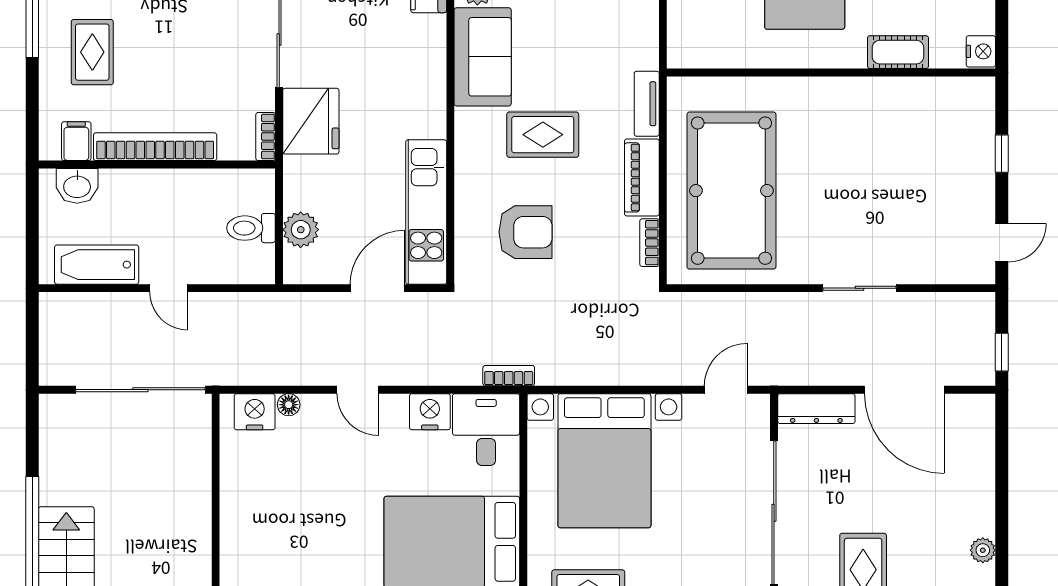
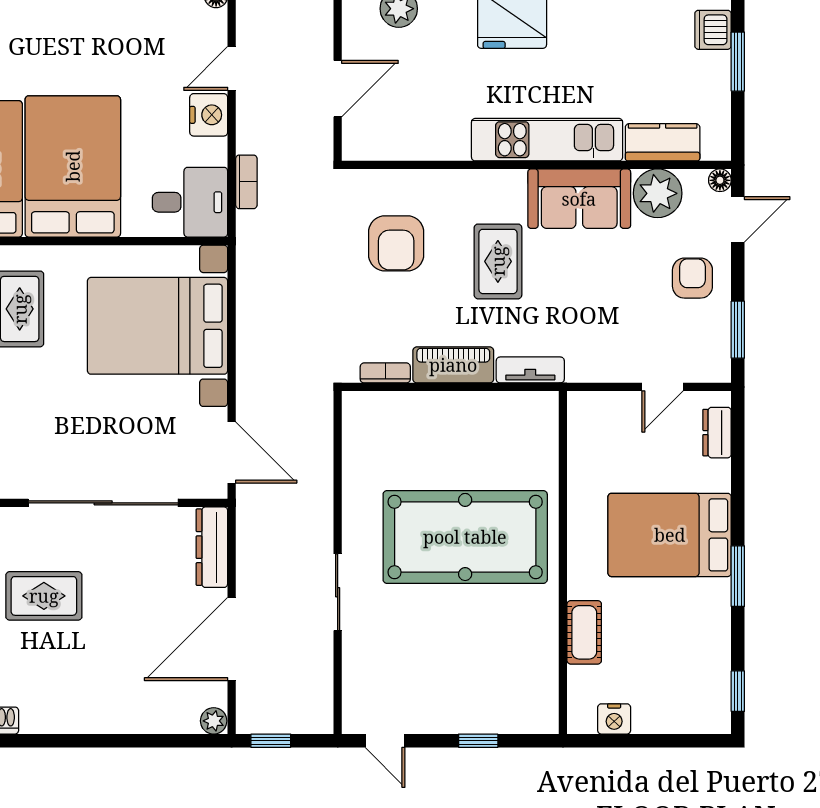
nightstand: (981, 51) -> (614, 719), moved
pool table: (731, 191) -> (465, 537), moved
kitchen unit: (426, 212) -> (547, 140), moved
door: (377, 288) -> (338, 89), hinge flipped
bookcase: (509, 376) -> (246, 182), moved
door: (726, 390) -> (232, 452), width x1.38
nightstand: (430, 412) -> (209, 115), moved
plant: (983, 550) -> (214, 721), moved

